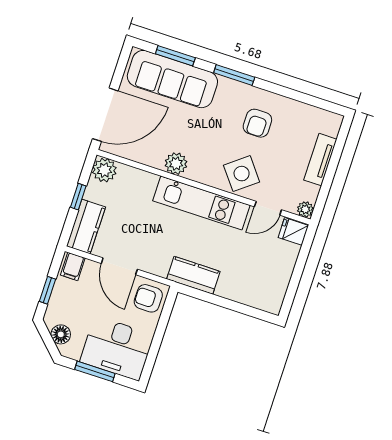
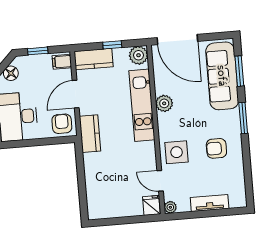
side table: (242, 174) -> (177, 152), turned 38
kitchen unit: (201, 203) -> (142, 105), moved
kitchen counter: (193, 275) -> (90, 134), moved

